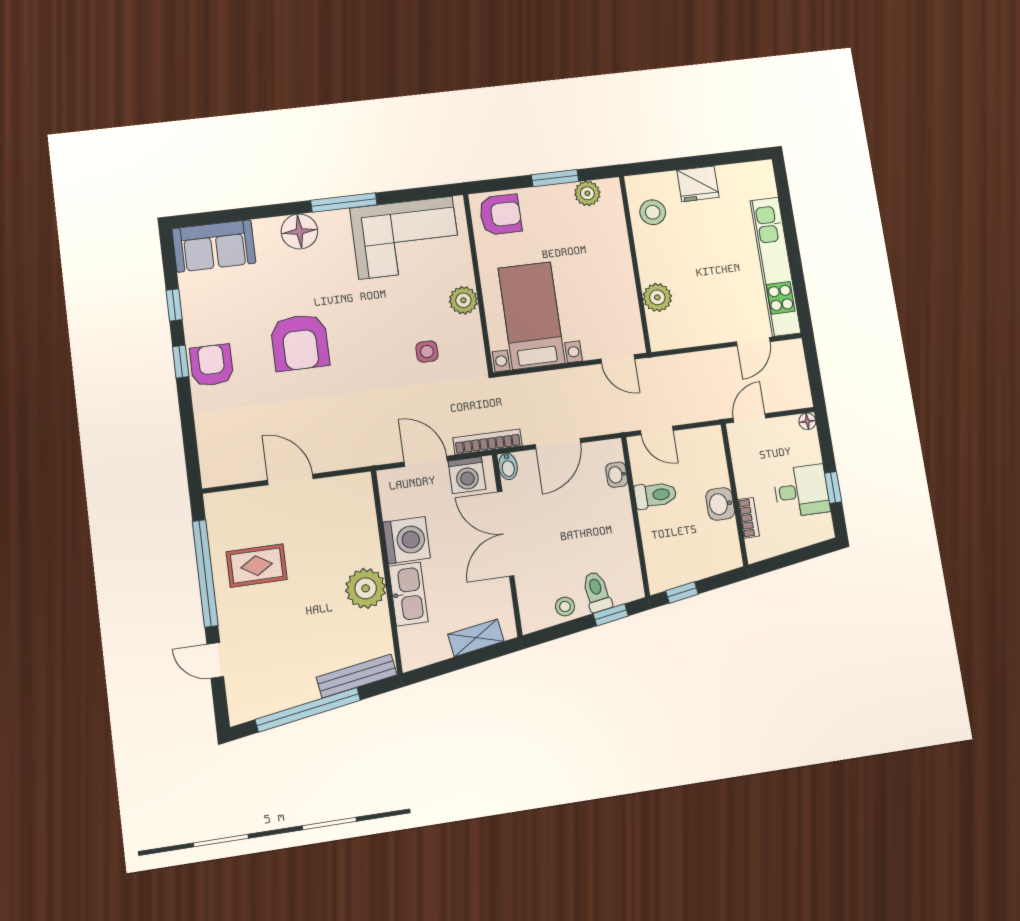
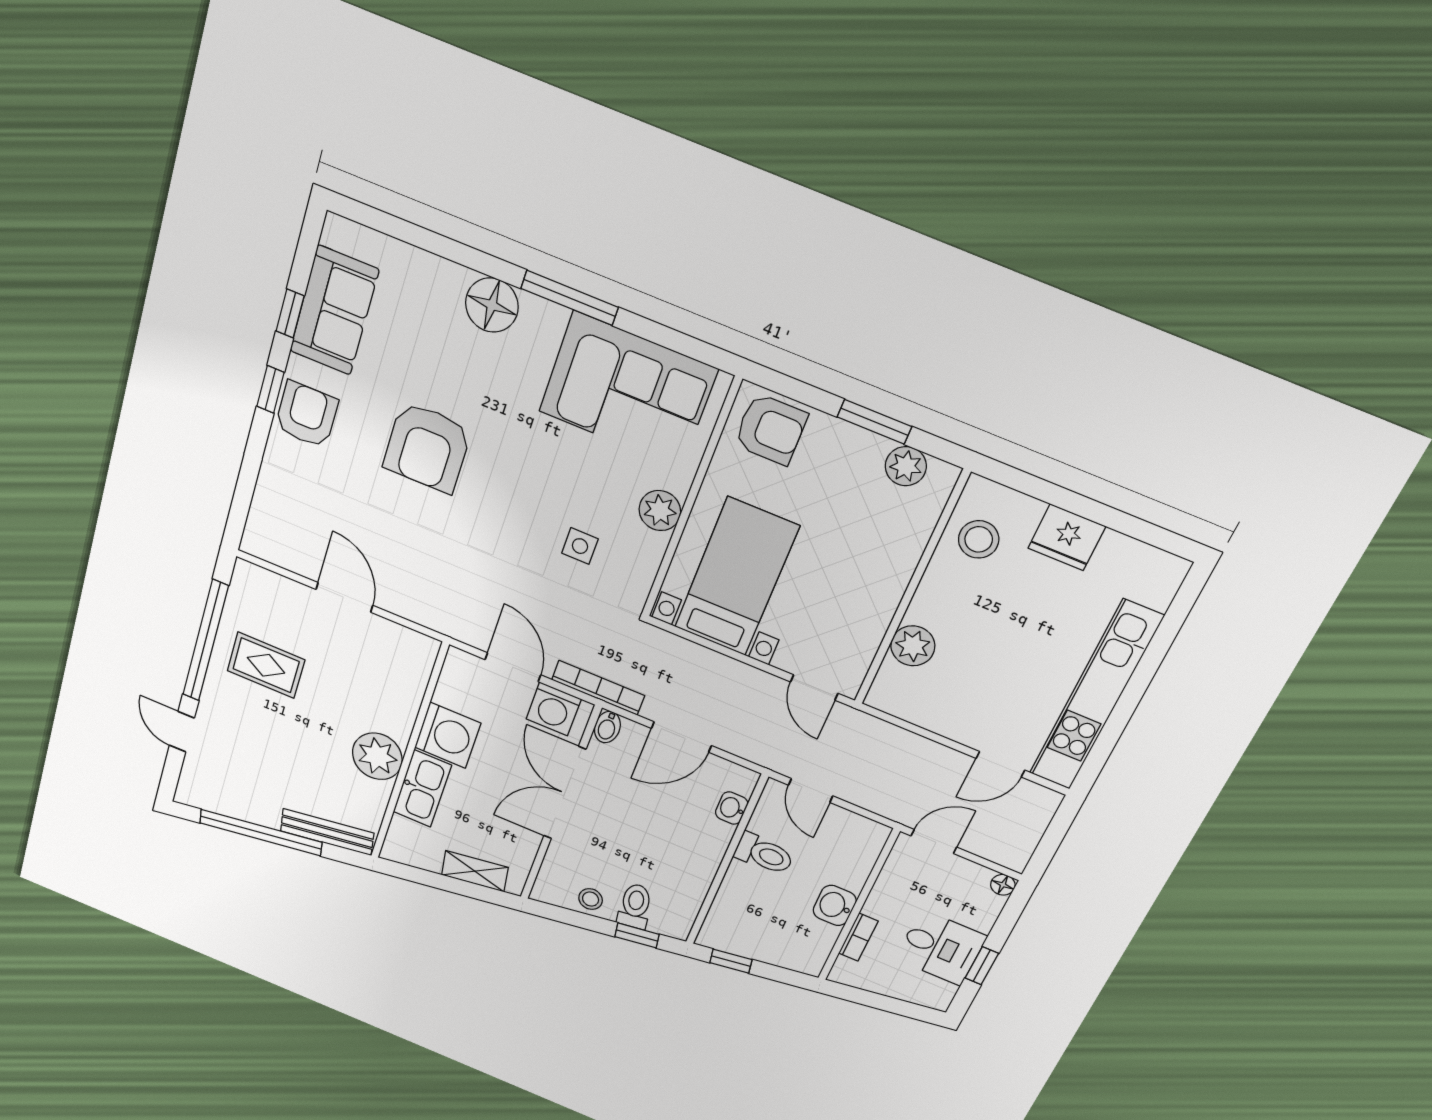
sofa: (214, 246) -> (334, 310), moved, turned -90

